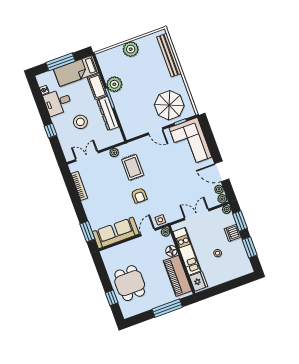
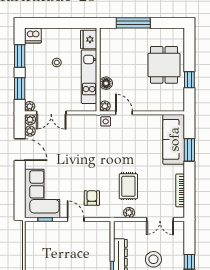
parasol: (169, 105) -> (50, 242), removed
rug: (133, 167) -> (128, 186), moved
armchair: (139, 195) -> (92, 198), moved
double door: (197, 214) -> (51, 113), moved
window: (87, 232) -> (189, 150), moved
door: (148, 232) -> (124, 113), swing flipped
sofa: (116, 233) -> (174, 139), moved, turned 90
dishwasher: (233, 233) -> (33, 35), moved, turned 90
piano: (177, 276) -> (109, 54), removed
window: (112, 298) -> (189, 80), moved

